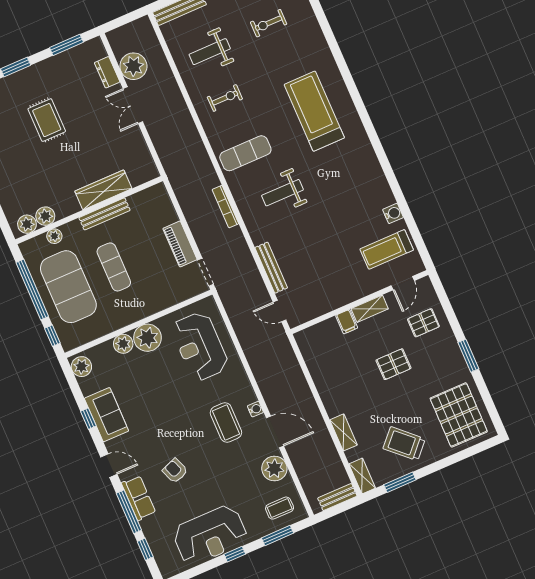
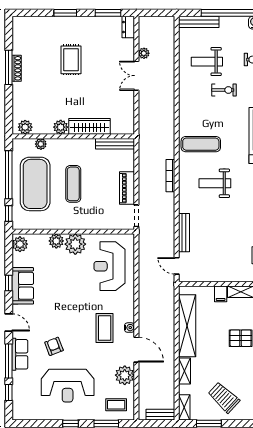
plant: (133, 66) -> (144, 53), width x0.53, depth x0.53
dresser: (107, 72) -> (128, 27), moved
exercise bike: (225, 98) -> (224, 90), moved
bench: (105, 214) -> (115, 144), moved
plant: (45, 216) -> (61, 127), moved
shelving: (323, 377) -> (187, 326), added
reception desk: (210, 535) -> (68, 386), moved

